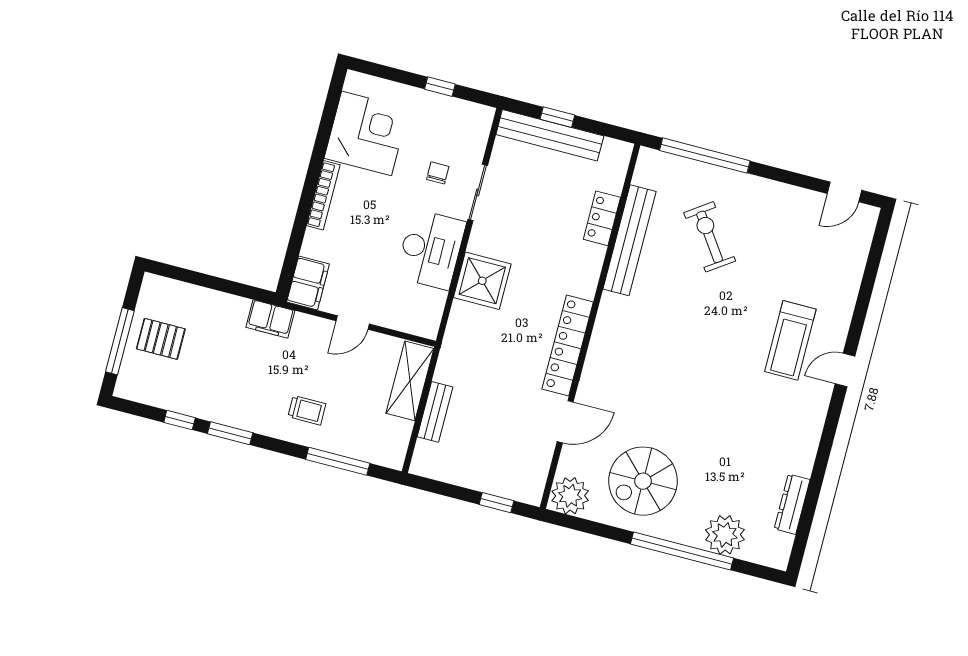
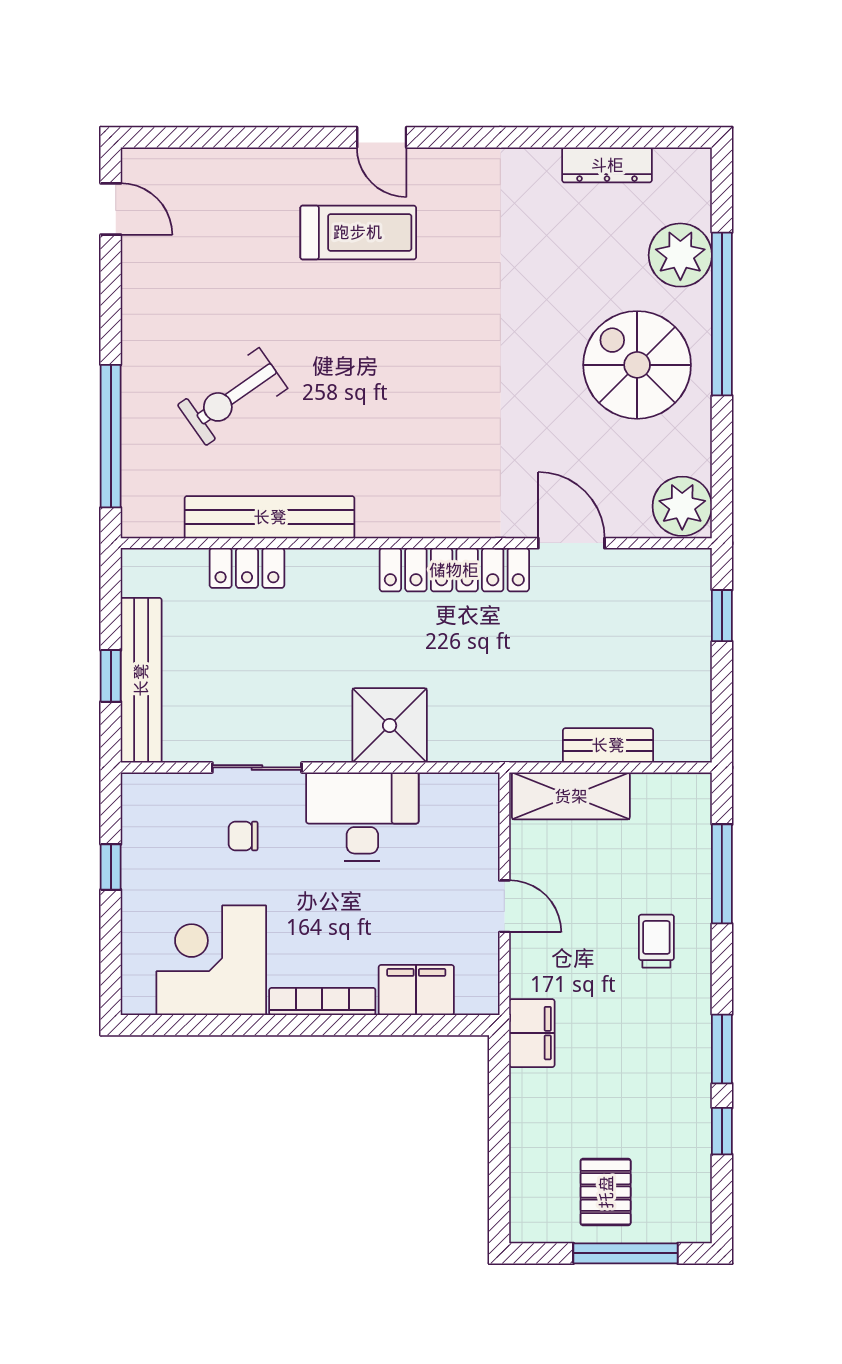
filing cabinet: (308, 283) -> (416, 990), moved
spiral stairs: (643, 481) -> (637, 365), moved, turned 180

